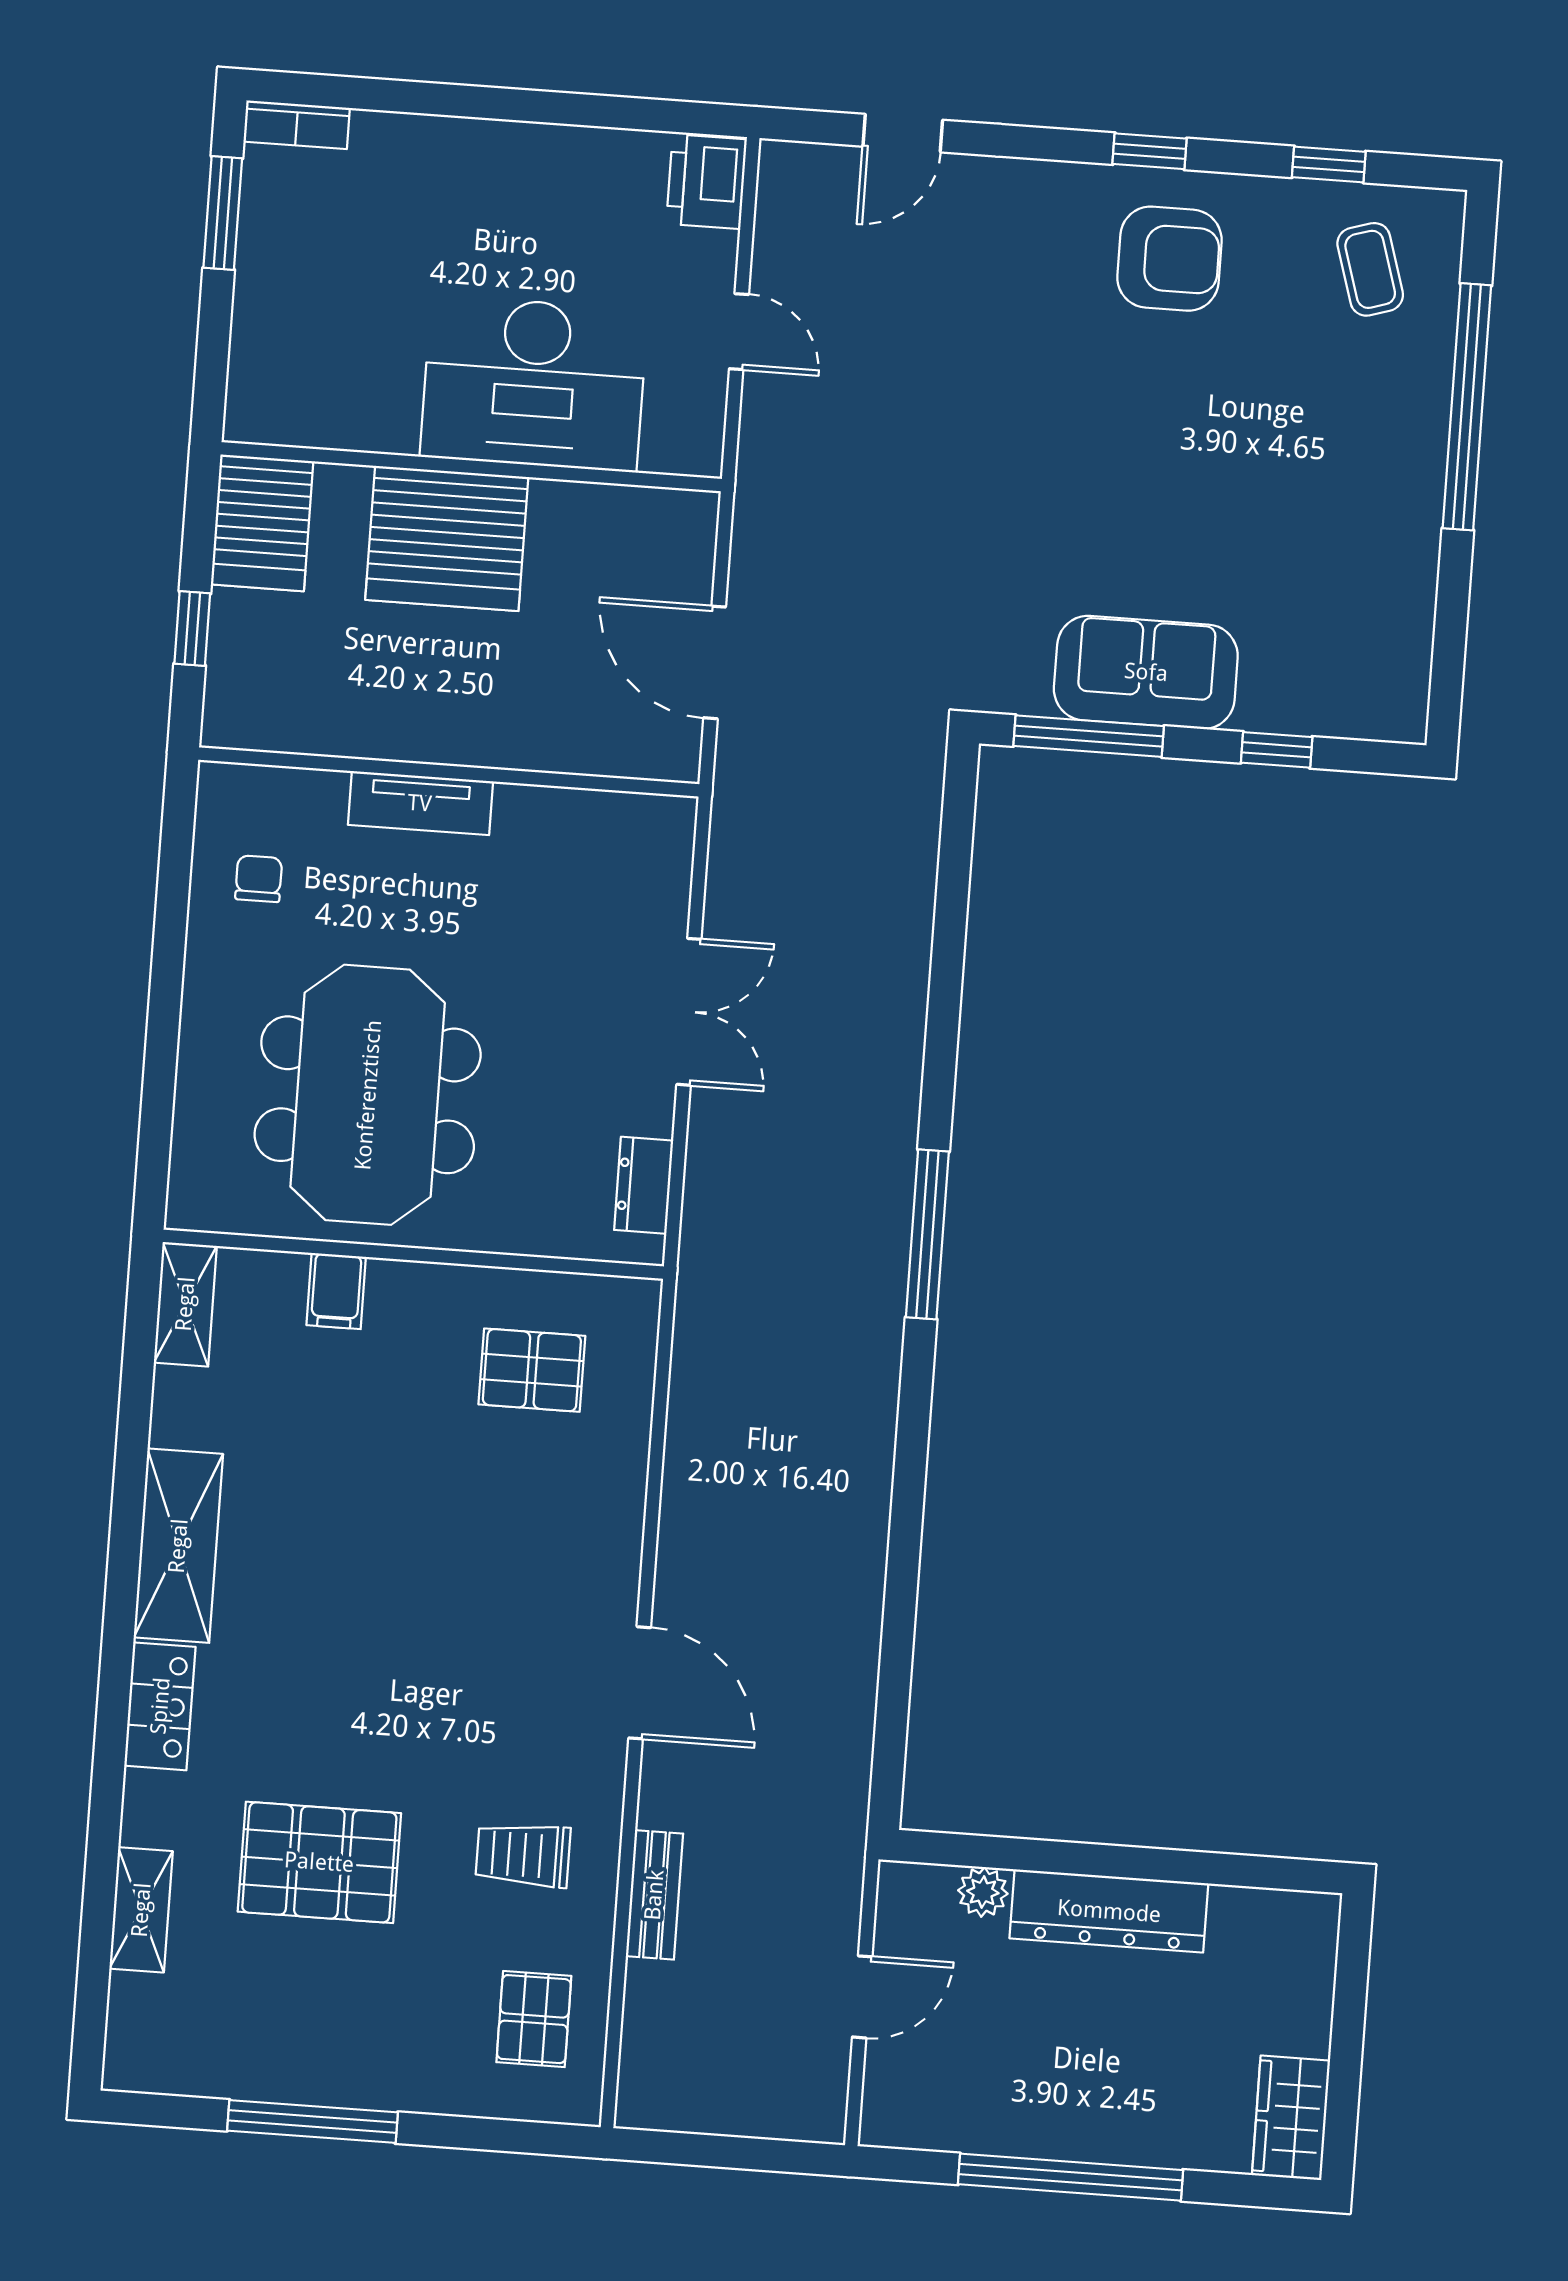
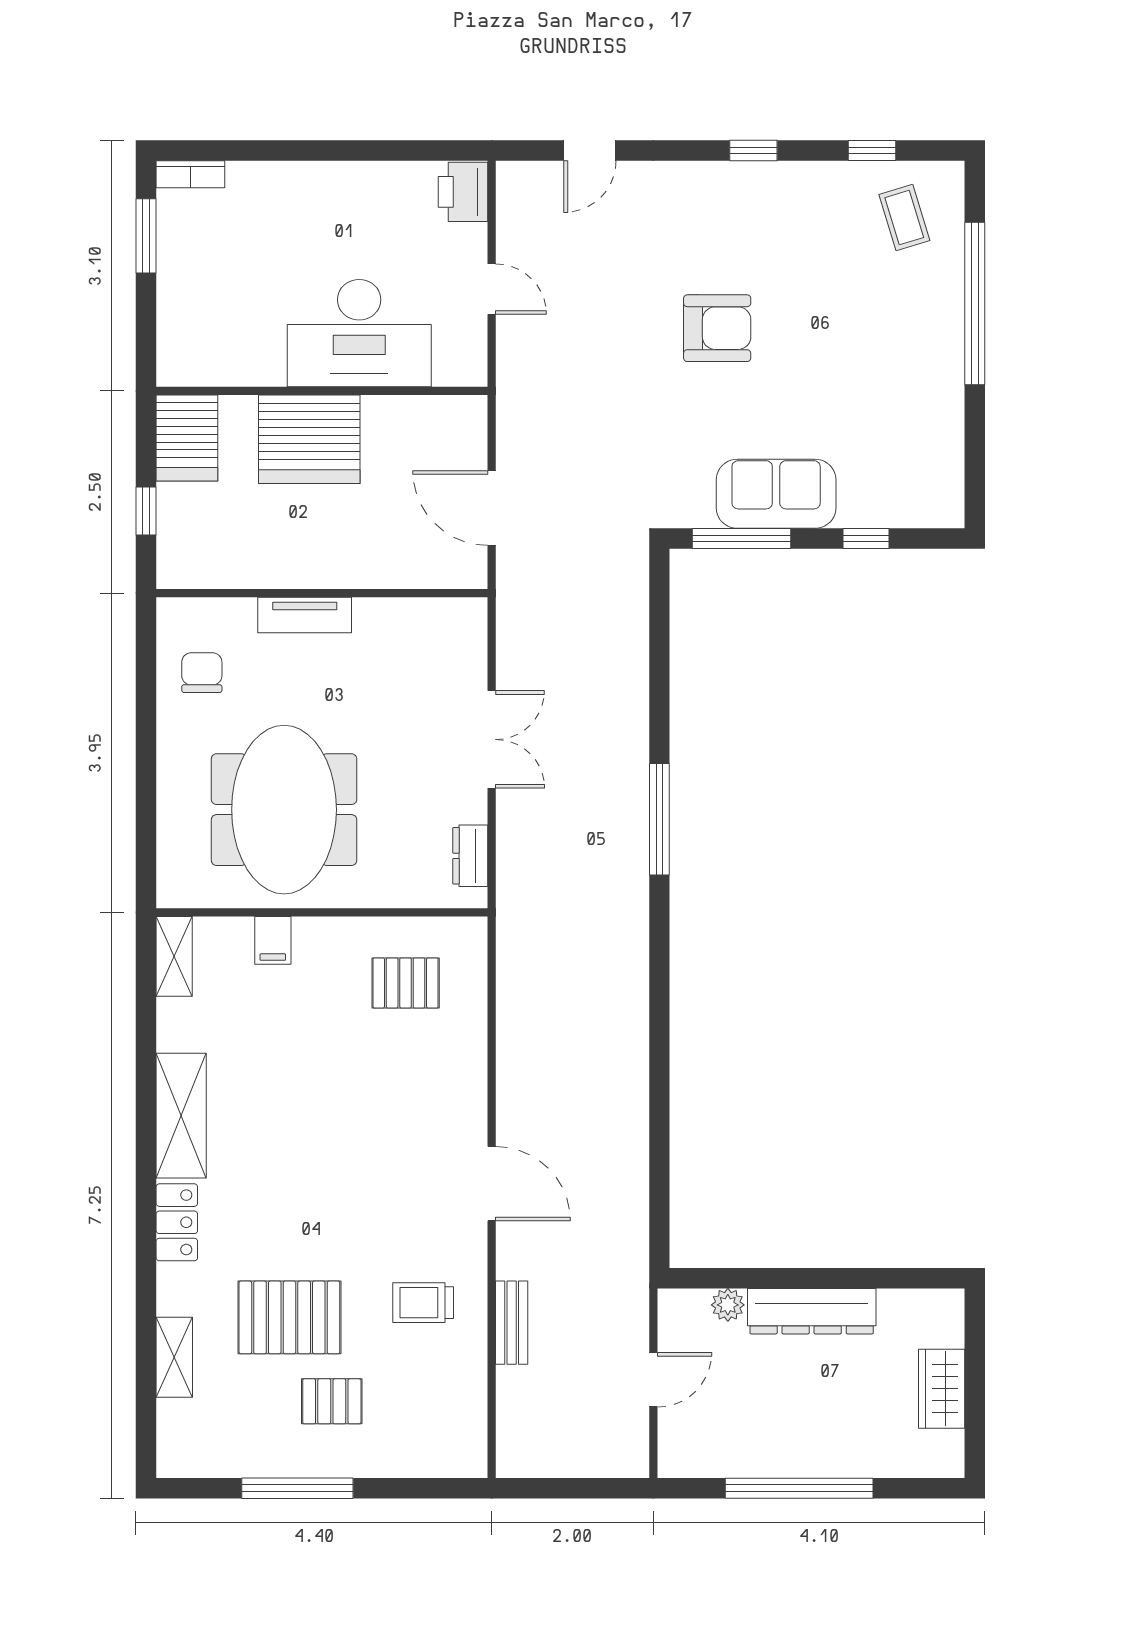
armchair: (1169, 259) -> (717, 328), moved
chair: (259, 879) -> (202, 673), width x1.37, depth x1.37
window: (927, 1234) -> (659, 819), moved
pallet: (534, 2019) -> (332, 1401), moved, turned 90
wardrobe: (1291, 2118) -> (942, 1389), moved

